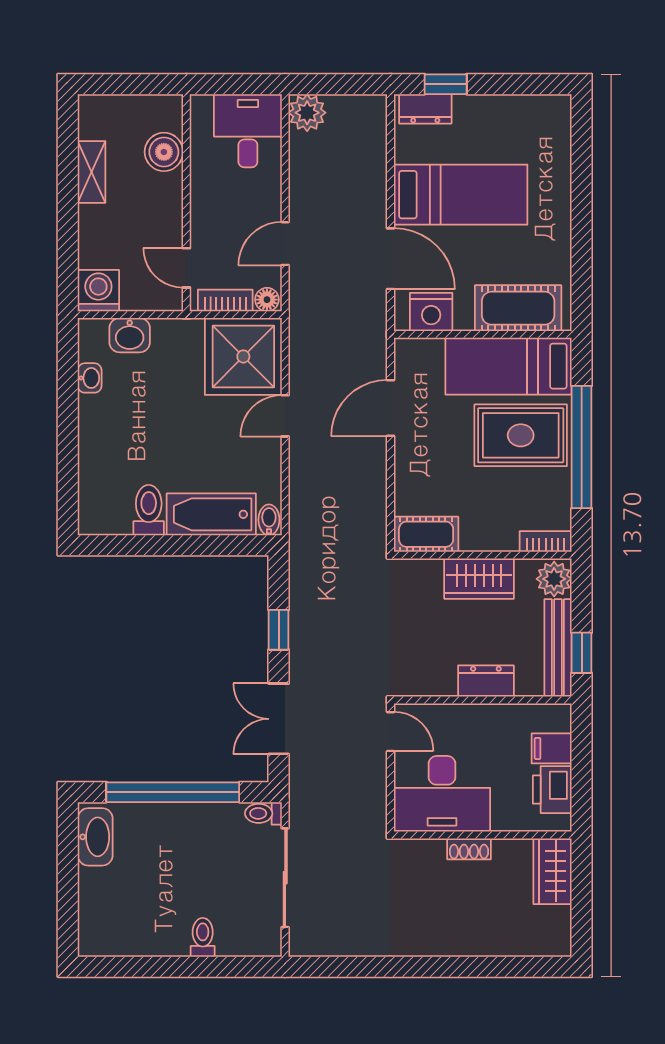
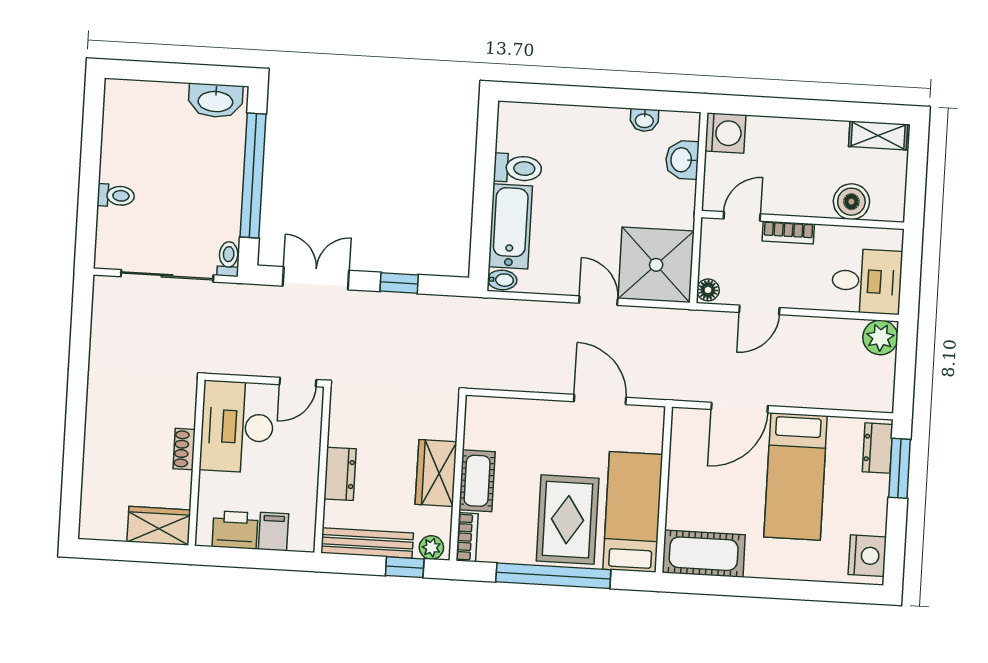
window: (446, 84) -> (900, 468), width x1.50
shelving: (92, 172) -> (878, 135), moved
door: (285, 244) -> (759, 310), swing flipped
bookcase: (225, 300) -> (788, 232), moved, turned 90
cot: (518, 308) -> (704, 554), moved, turned 90
nightstand: (431, 312) -> (867, 556), moved, turned 180
cot: (426, 534) -> (477, 481), moved
plant: (554, 579) -> (431, 547), width x0.73, depth x0.73
window: (582, 653) -> (405, 567), moved

